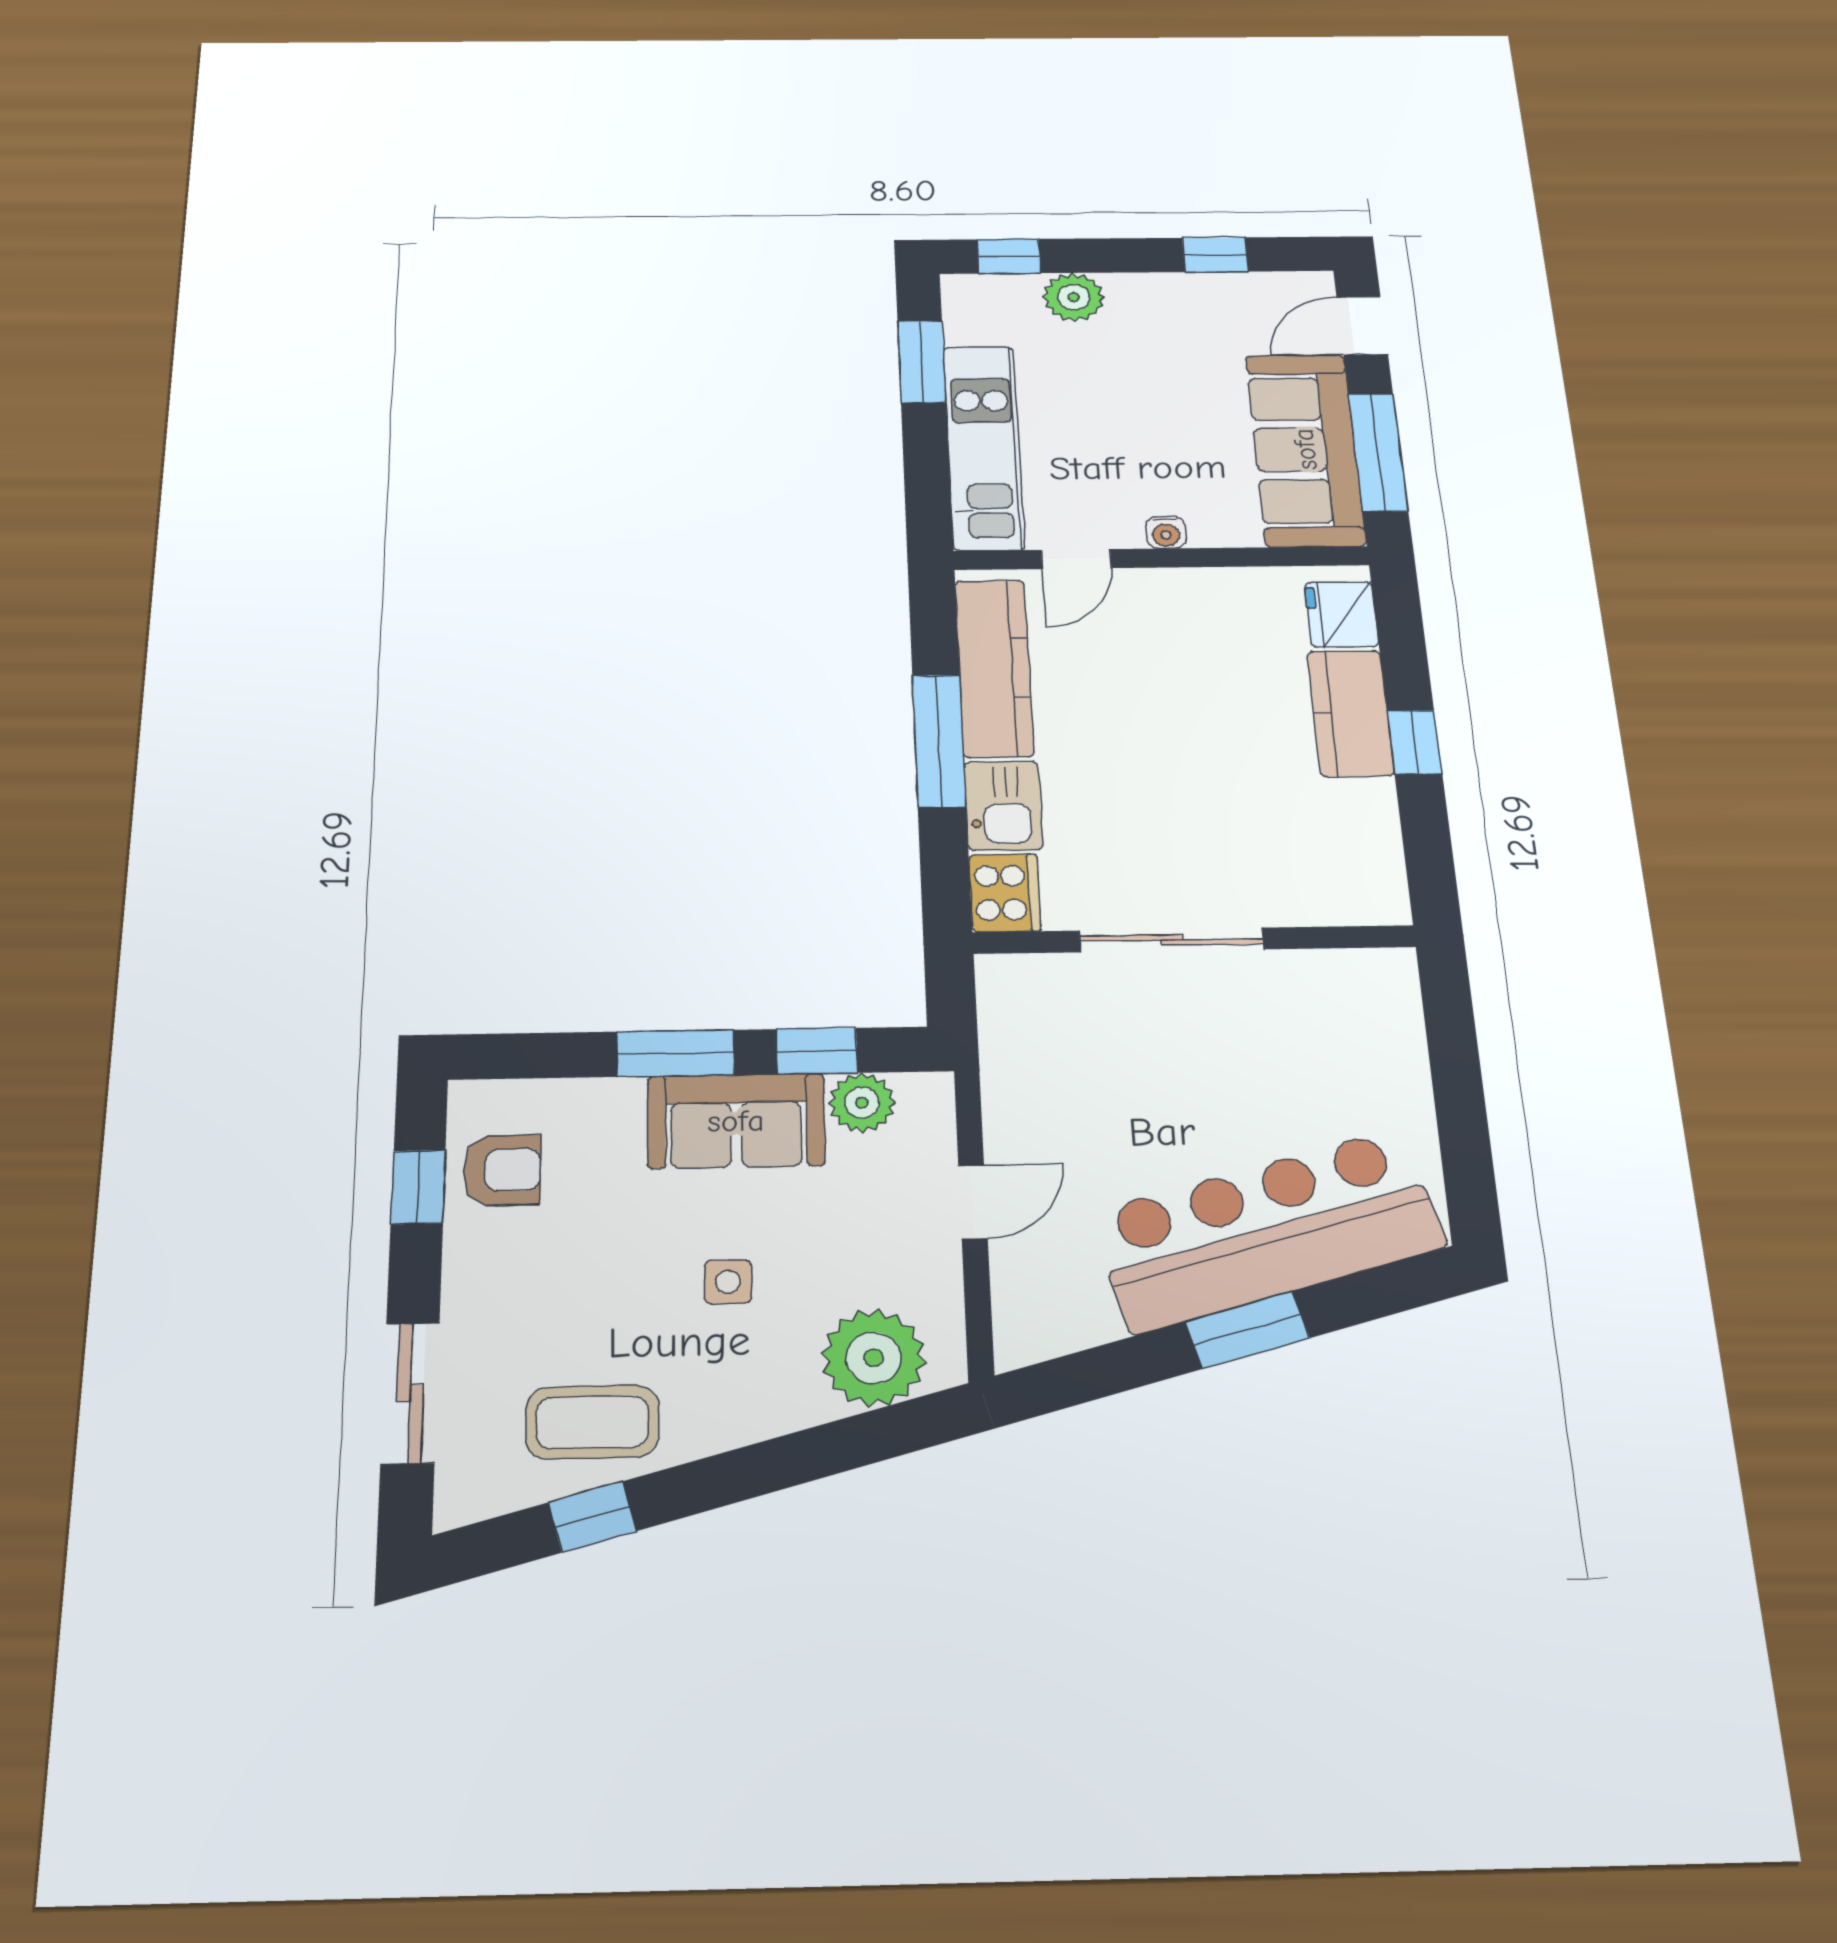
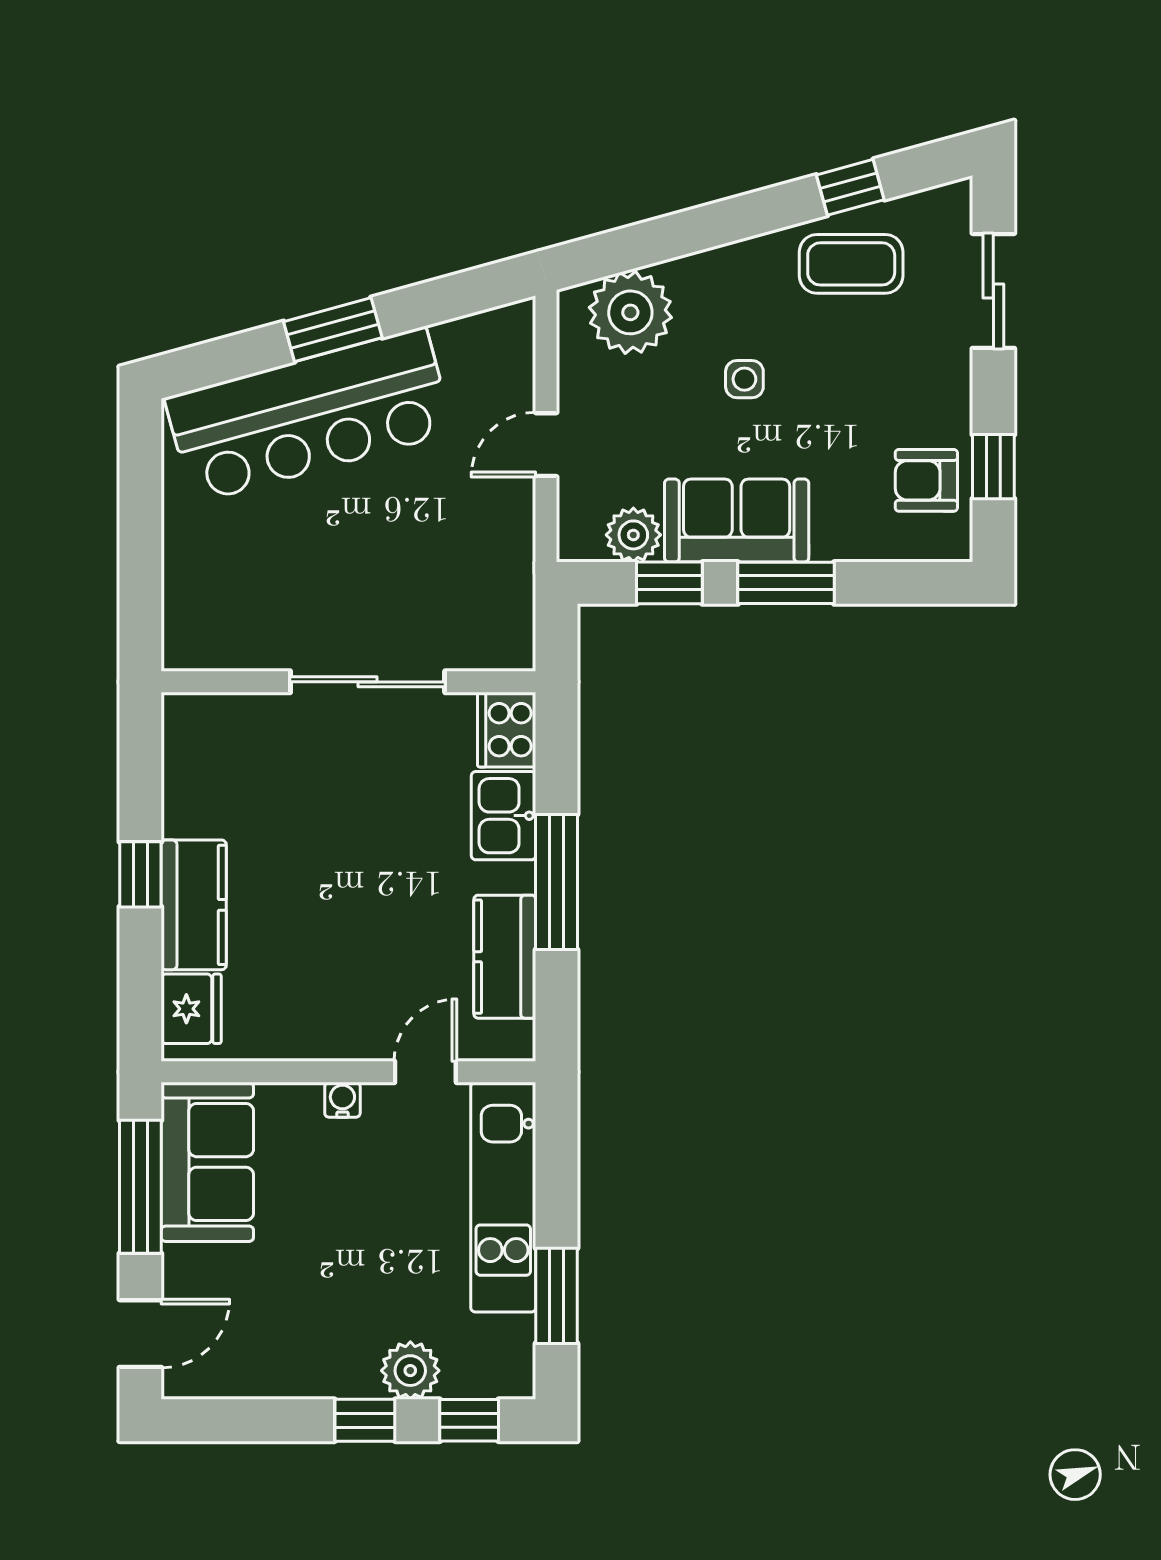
window: (1215, 255) -> (365, 1420), moved
sofa: (1305, 449) -> (207, 1162), width x0.73
kitchen counter: (994, 668) -> (505, 957), width x0.67

